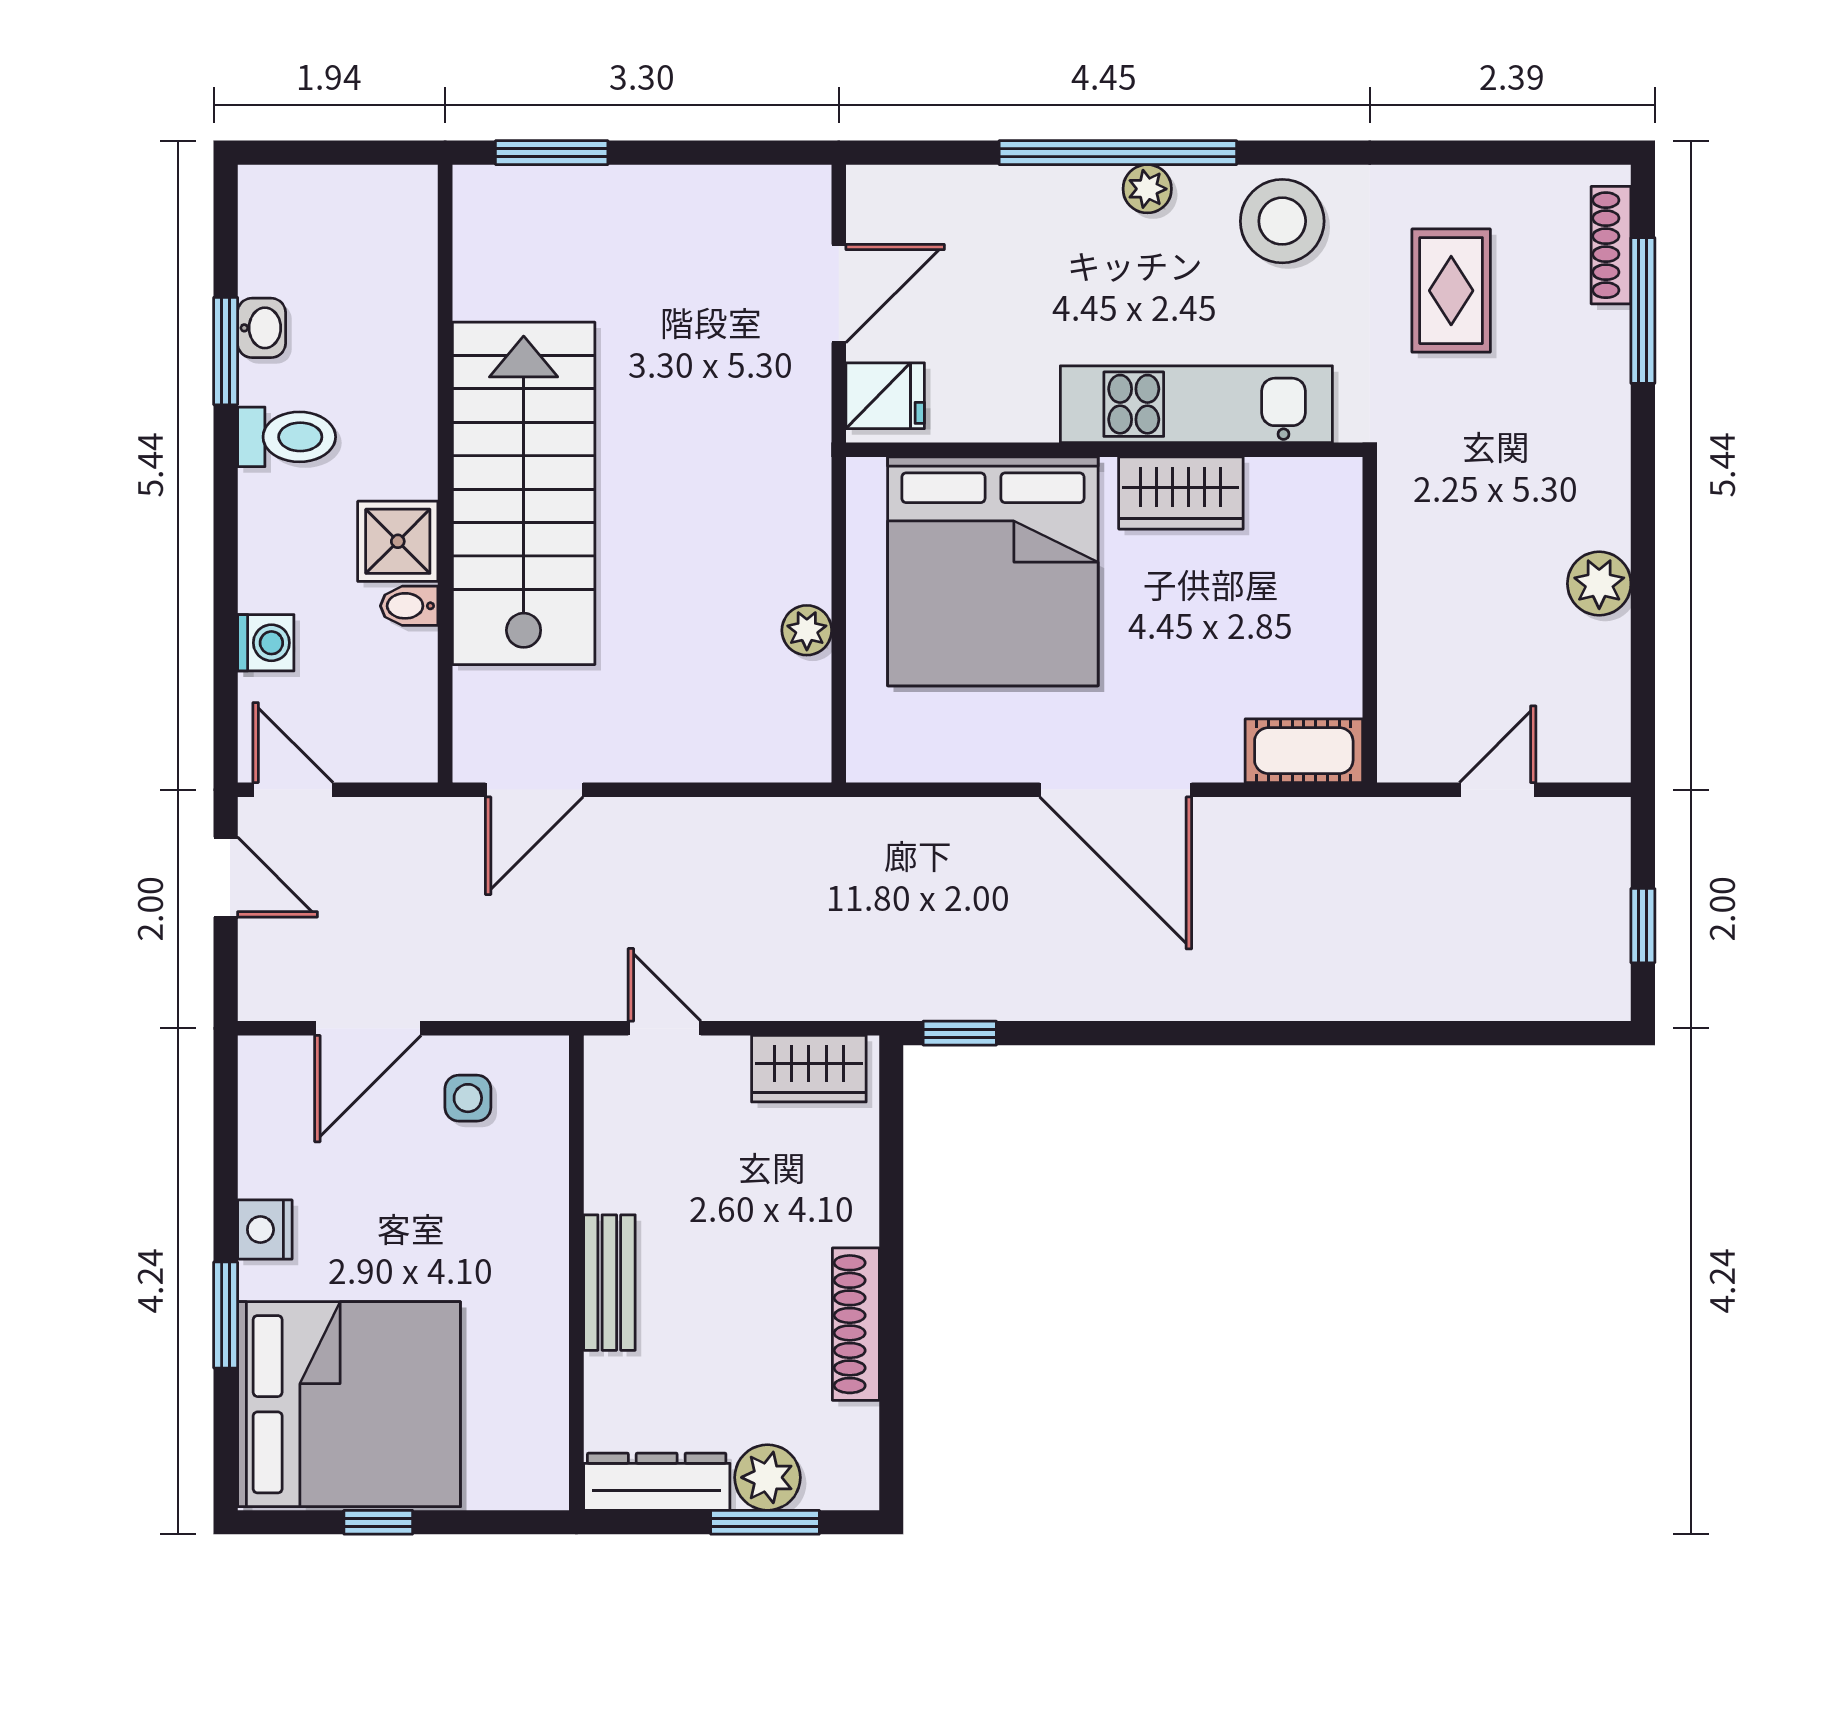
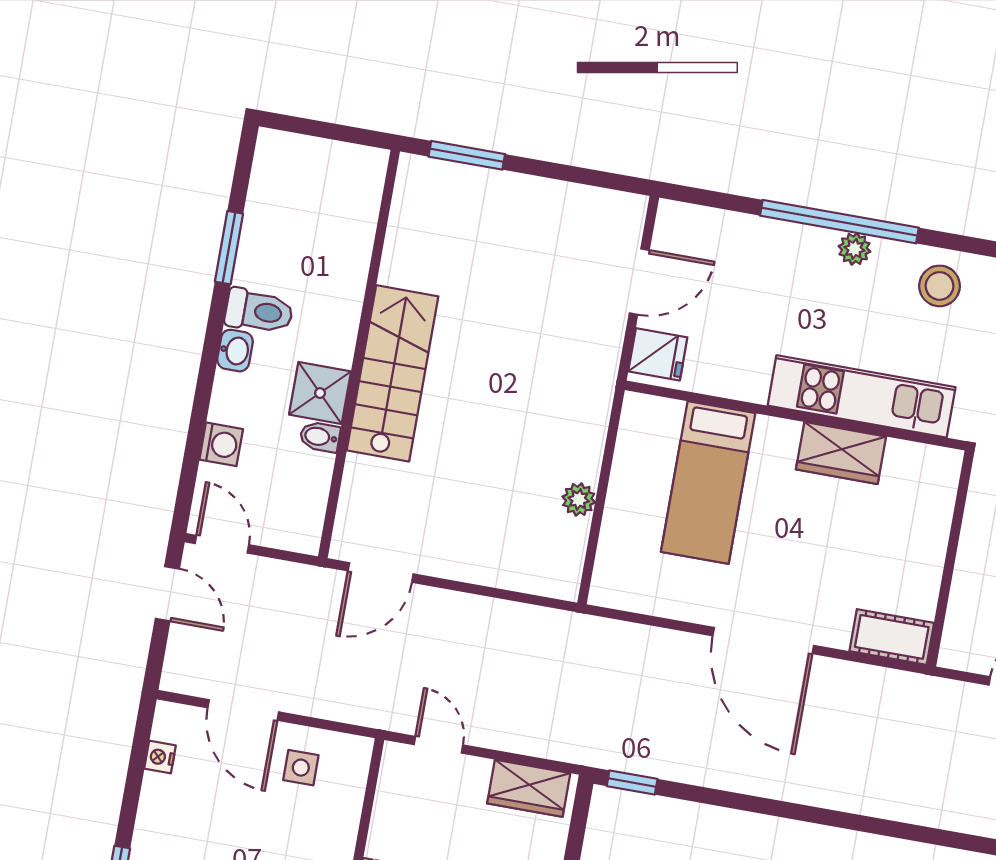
stool: (1282, 221) -> (940, 286), width x0.73, depth x0.73
washbasin: (262, 328) -> (235, 351), moved
stairs: (524, 493) -> (393, 373), width x0.73, depth x0.66
bed: (993, 571) -> (708, 483), width x0.49
door: (368, 1028) -> (243, 710), hinge flipped
nightstand: (265, 1230) -> (160, 757), moved, width x0.72, depth x0.74

